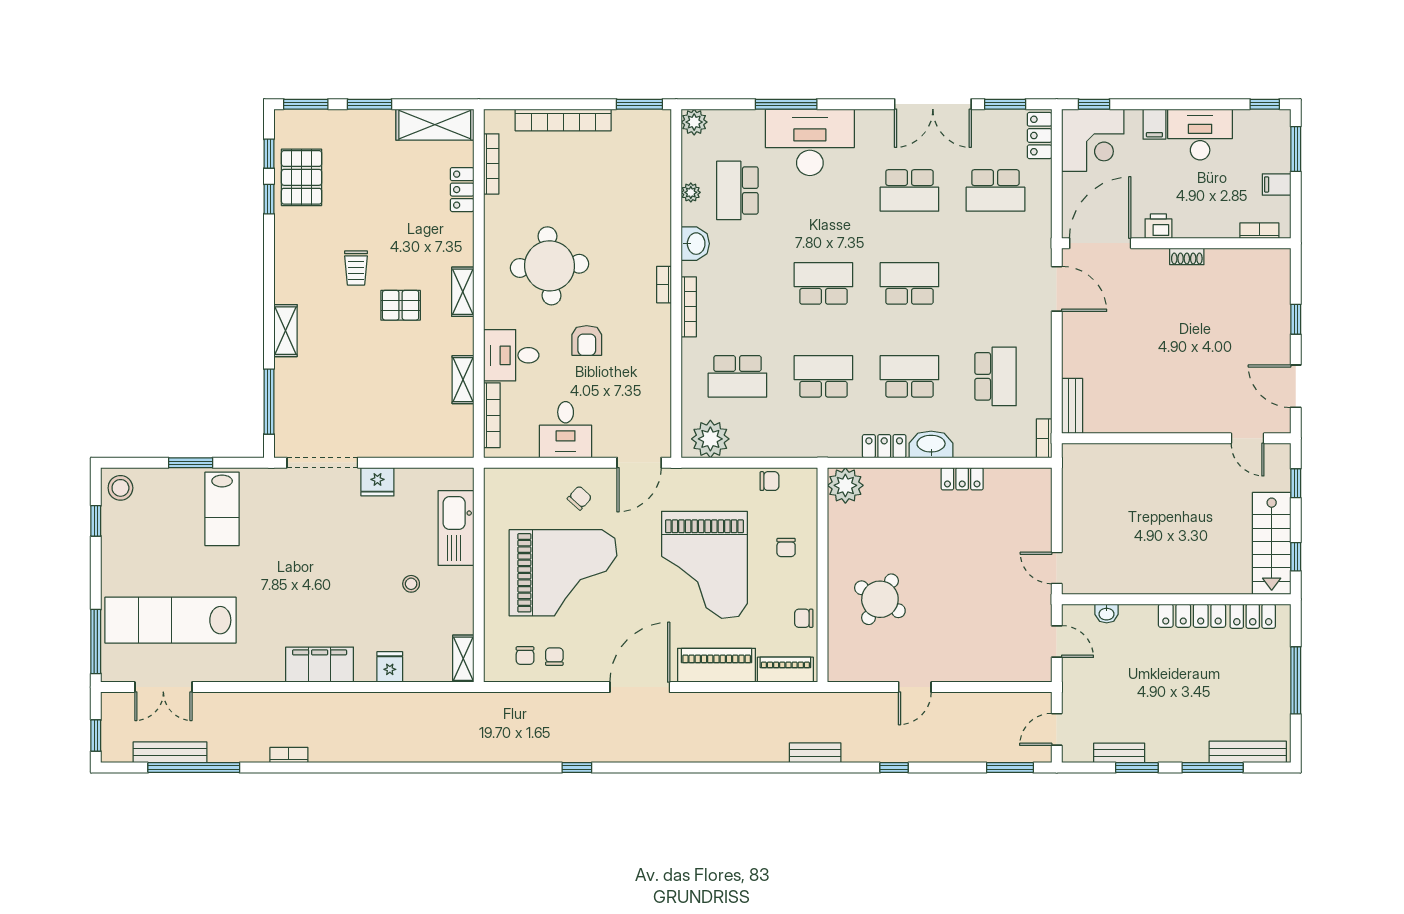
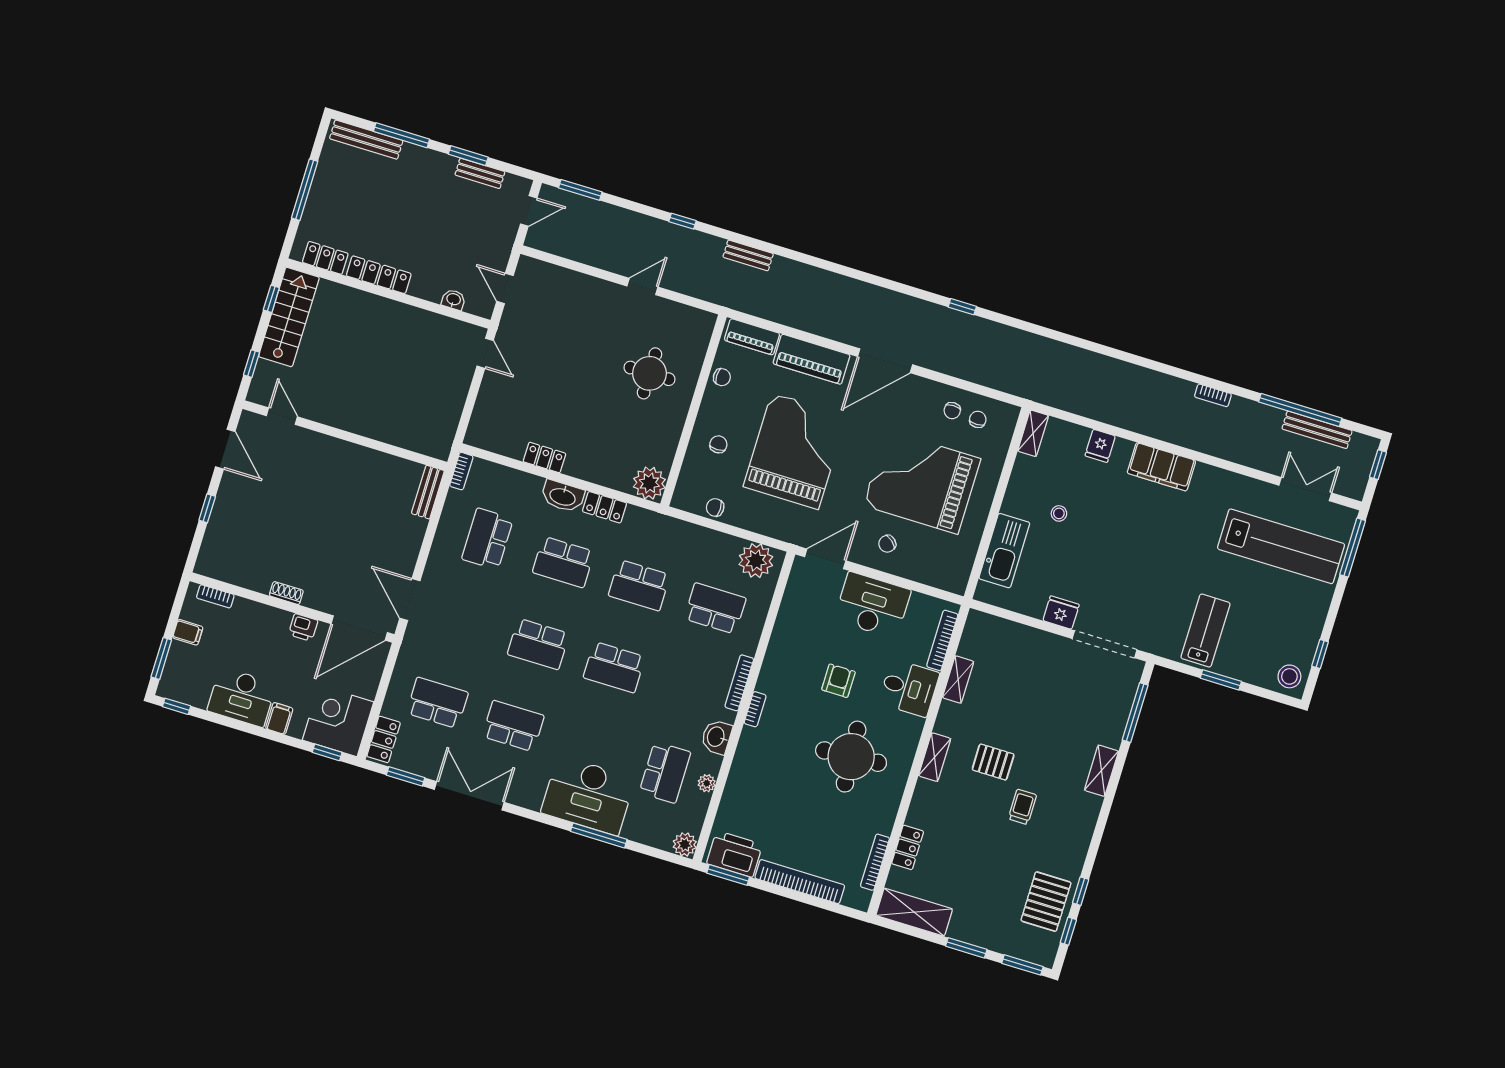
printer: (639, 128) -> (735, 854), added
desk: (566, 430) -> (873, 605), width x1.37
round table: (880, 599) -> (649, 373), turned -32

